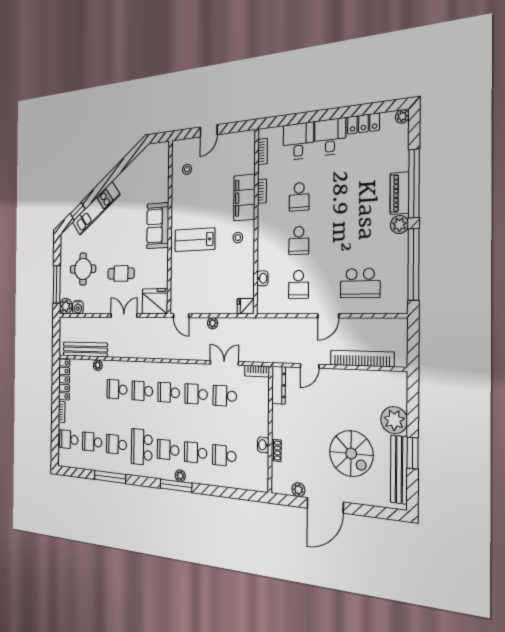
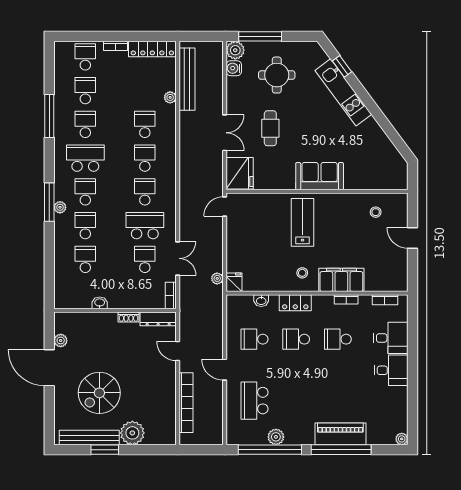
locker: (363, 124) -> (295, 303), moved, turned -90
piano: (399, 193) -> (340, 434), width x1.37, depth x1.33
plant: (399, 225) -> (276, 437), moved
plant: (213, 323) -> (217, 278), moved
school desk: (196, 394) -> (145, 226), width x1.85
shoe rack: (276, 450) -> (129, 317), moved

